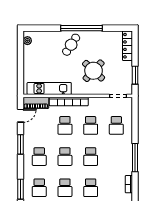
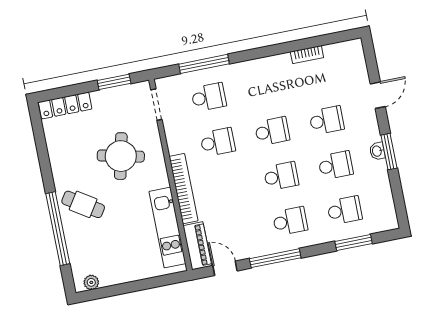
window: (82, 28) -> (58, 229), moved
round table: (94, 71) -> (121, 156), turned -30
school desk: (65, 125) -> (227, 187), removed
window: (20, 144) -> (275, 258), width x1.44
window: (135, 158) -> (204, 64), moved

